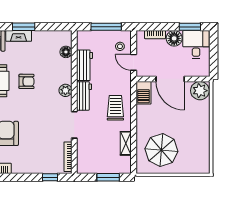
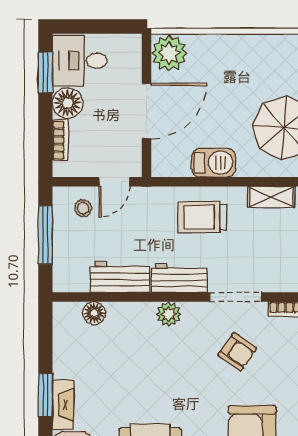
armchair: (26, 81) -> (237, 352), moved, turned 125
barbecue: (143, 93) -> (214, 163), moved

